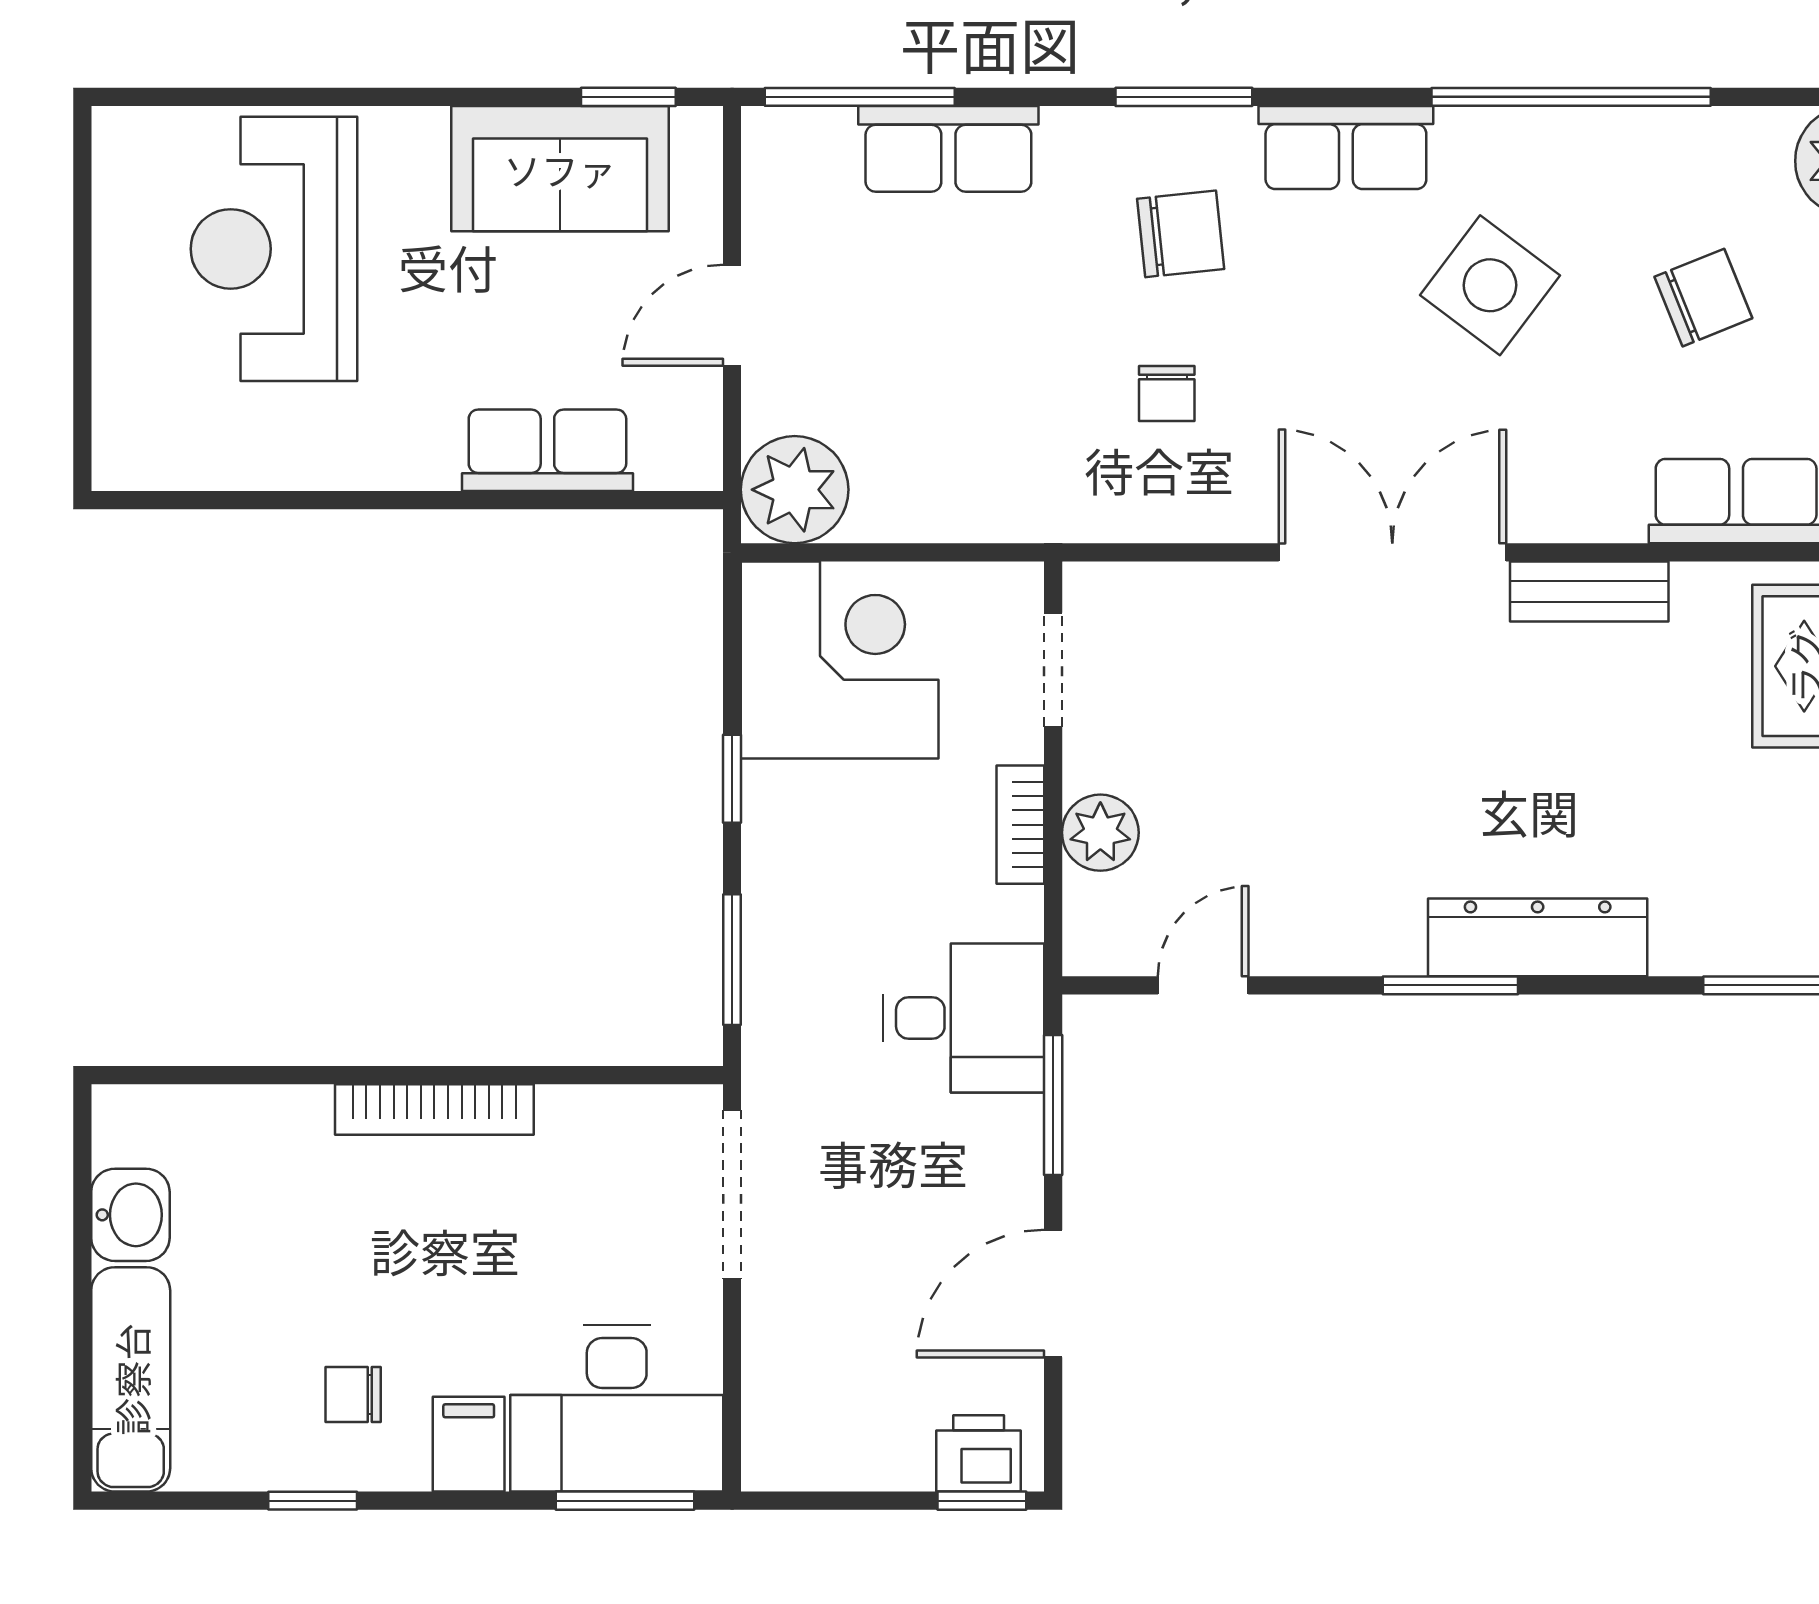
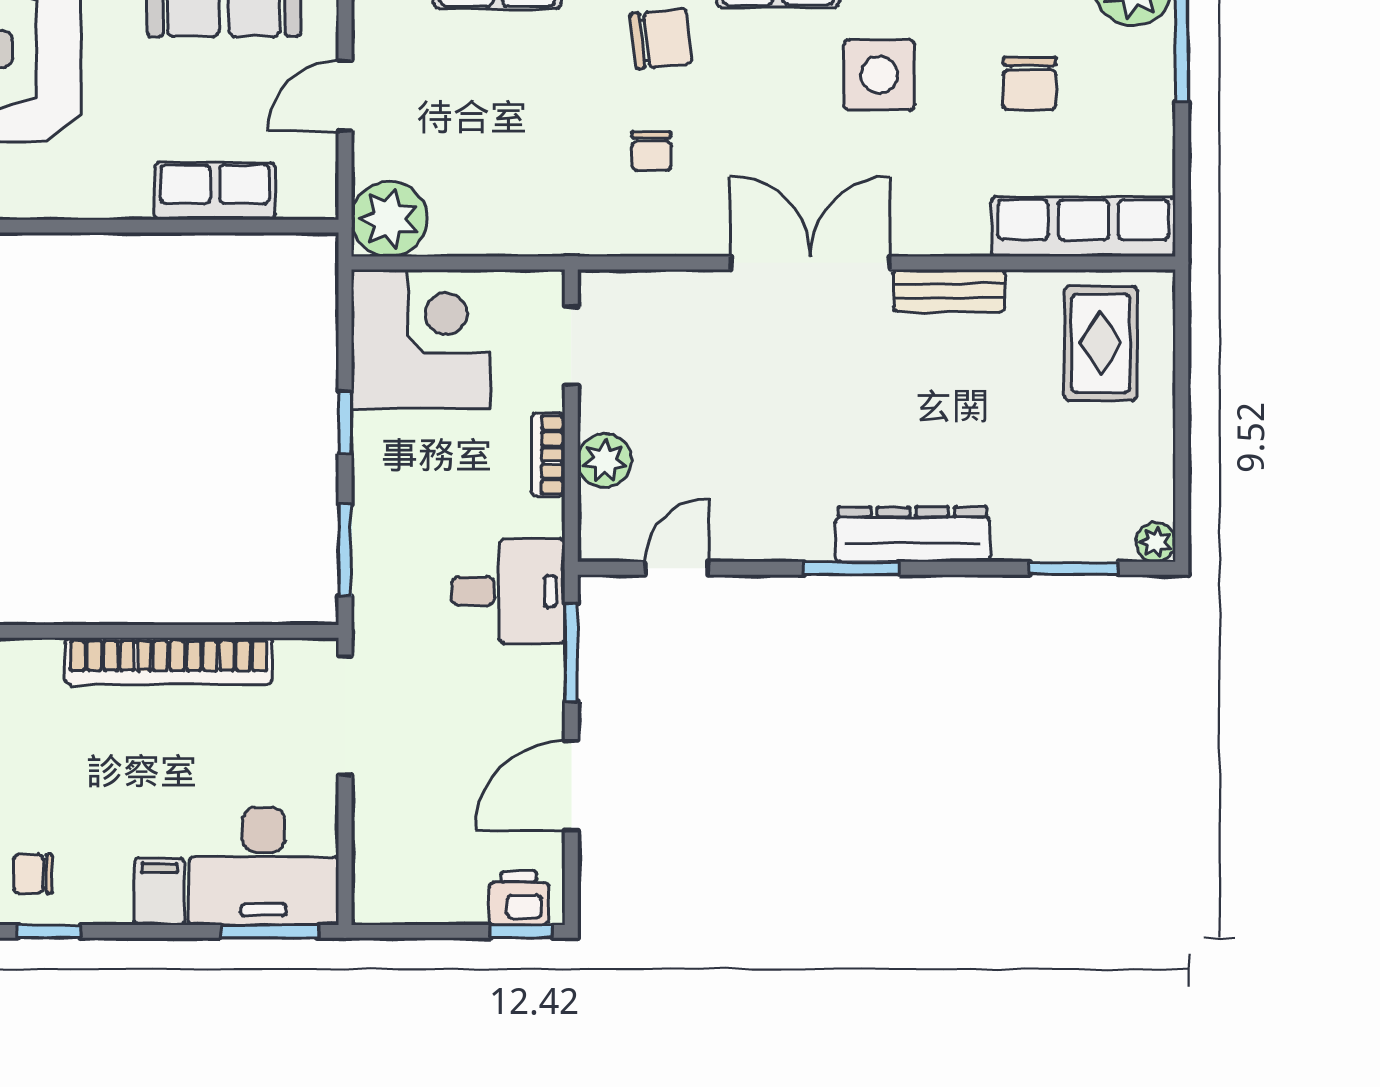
side table: (1490, 285) -> (879, 75), turned -37
chair: (1703, 298) -> (1030, 83), turned 112
bookcase: (434, 1109) -> (169, 661), width x1.48, depth x1.31
chair: (353, 1395) -> (33, 874), moved

